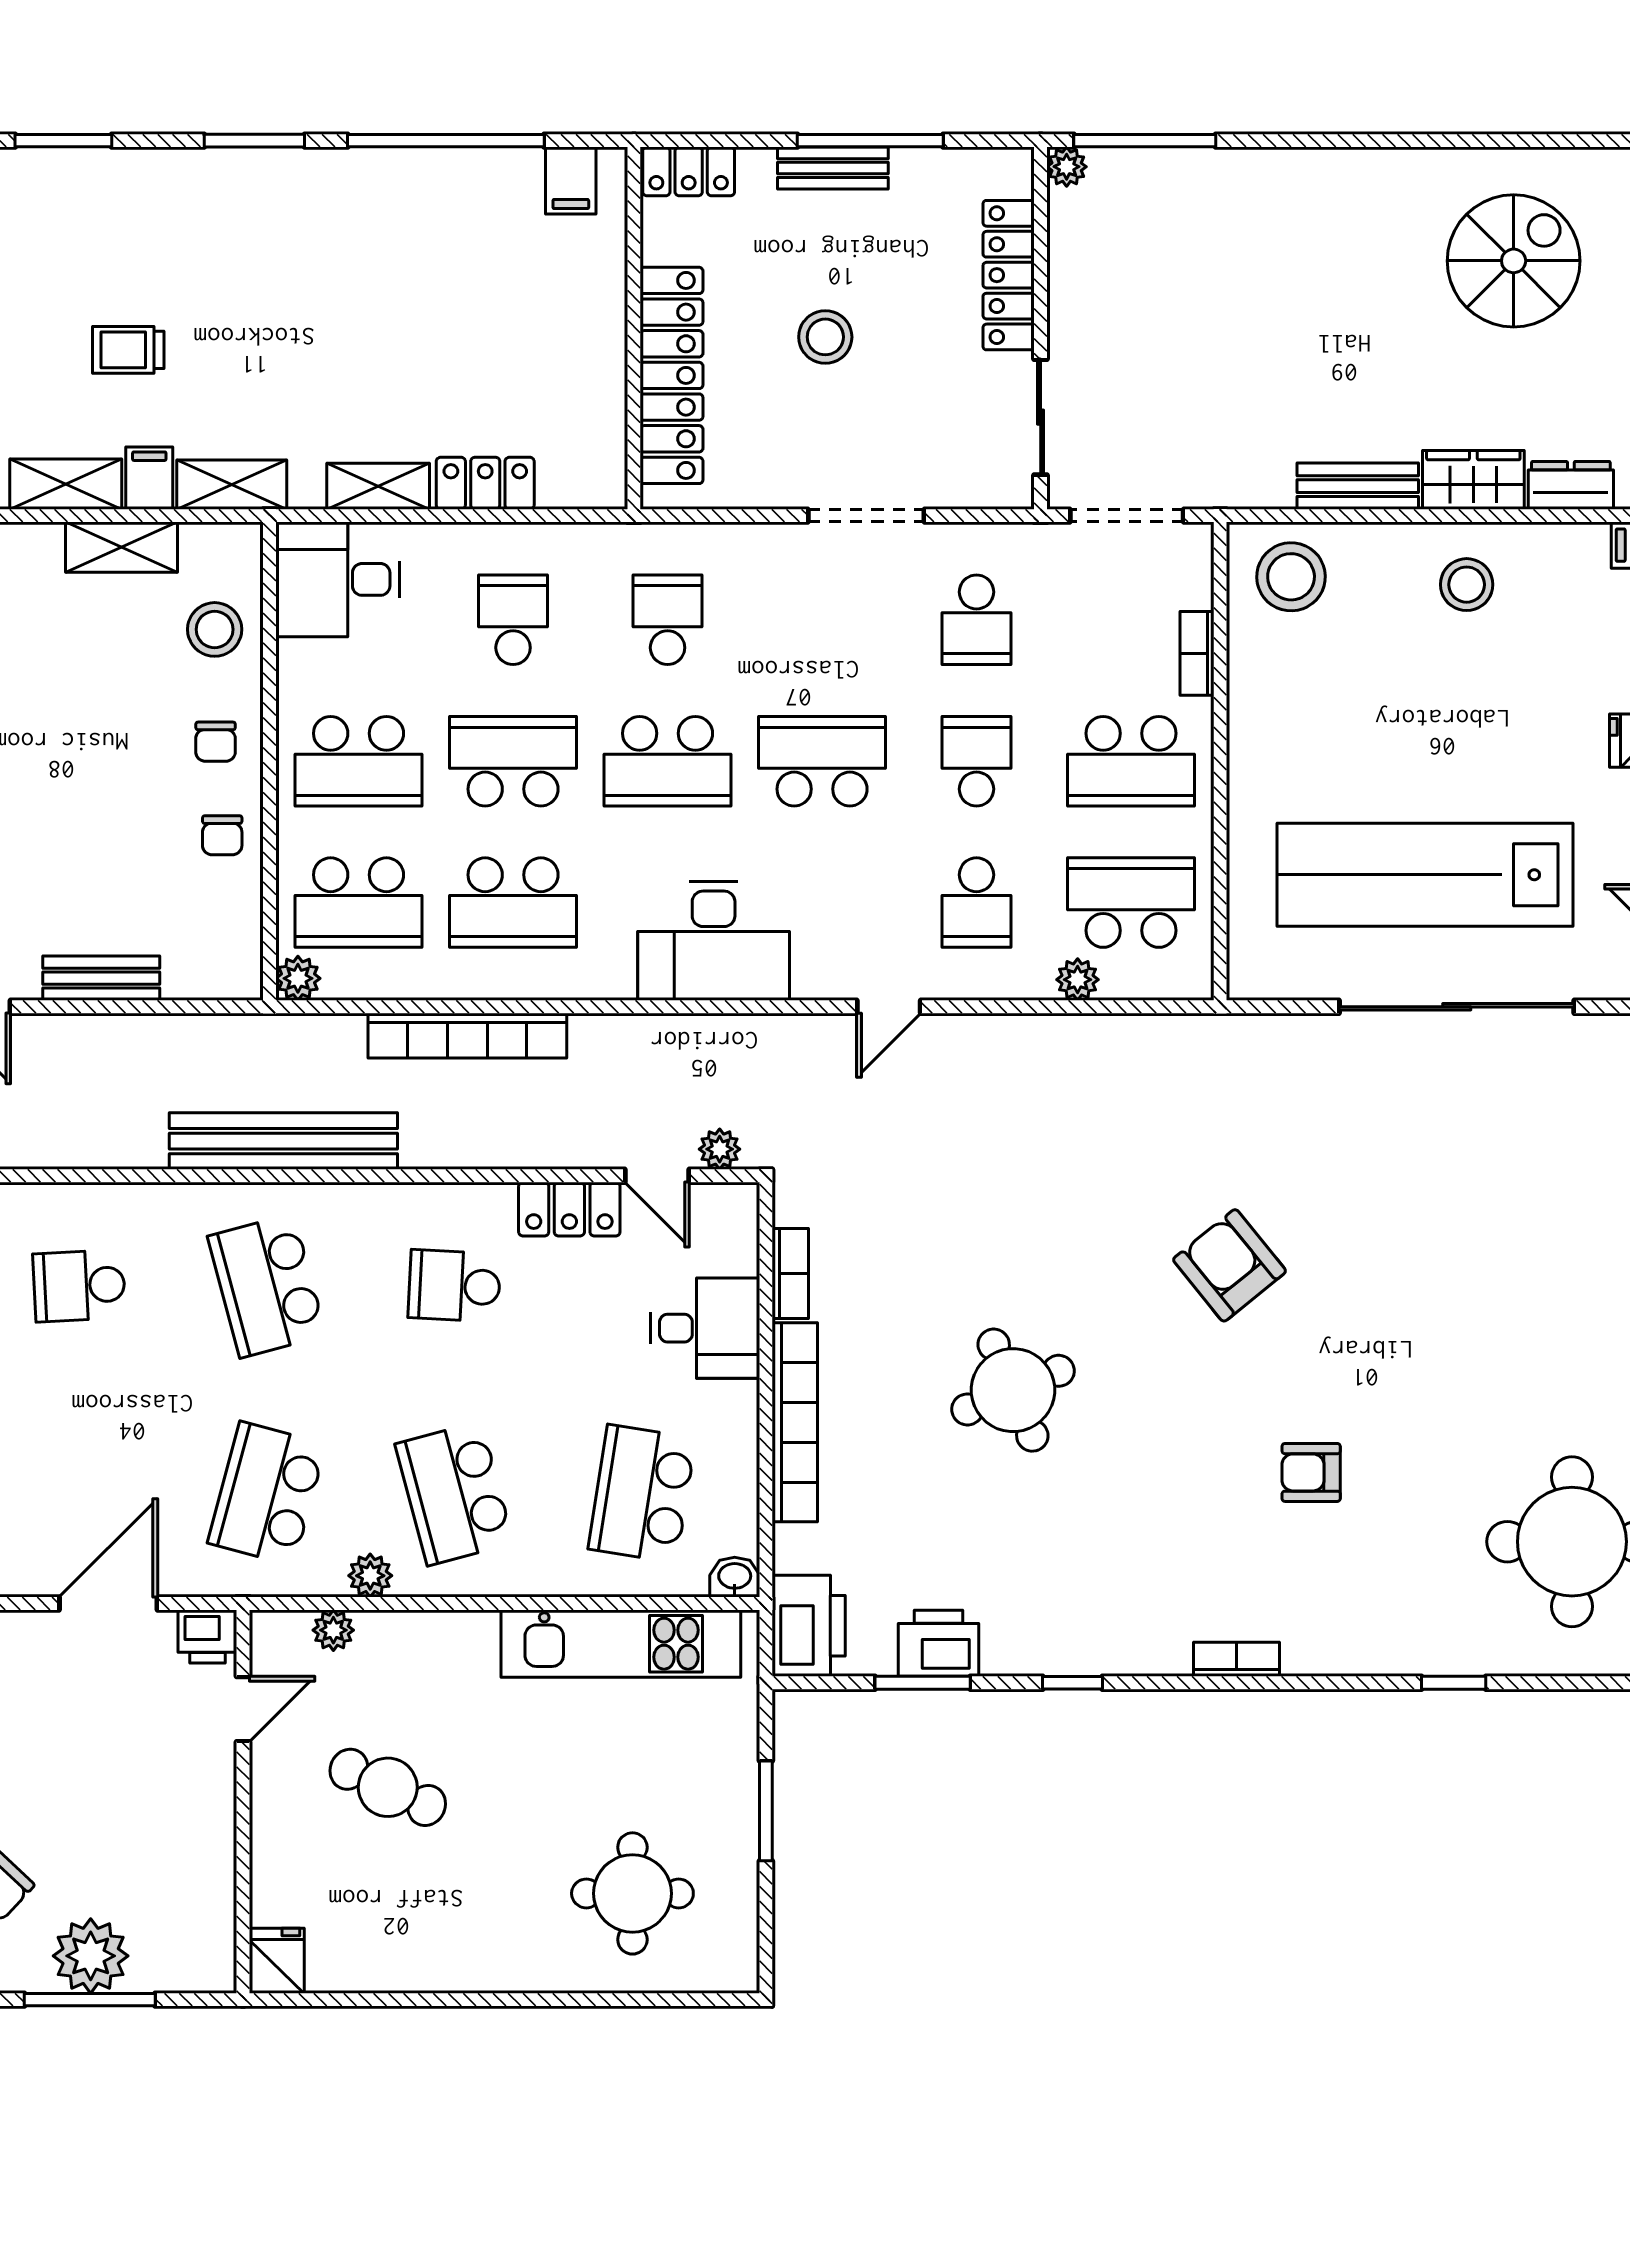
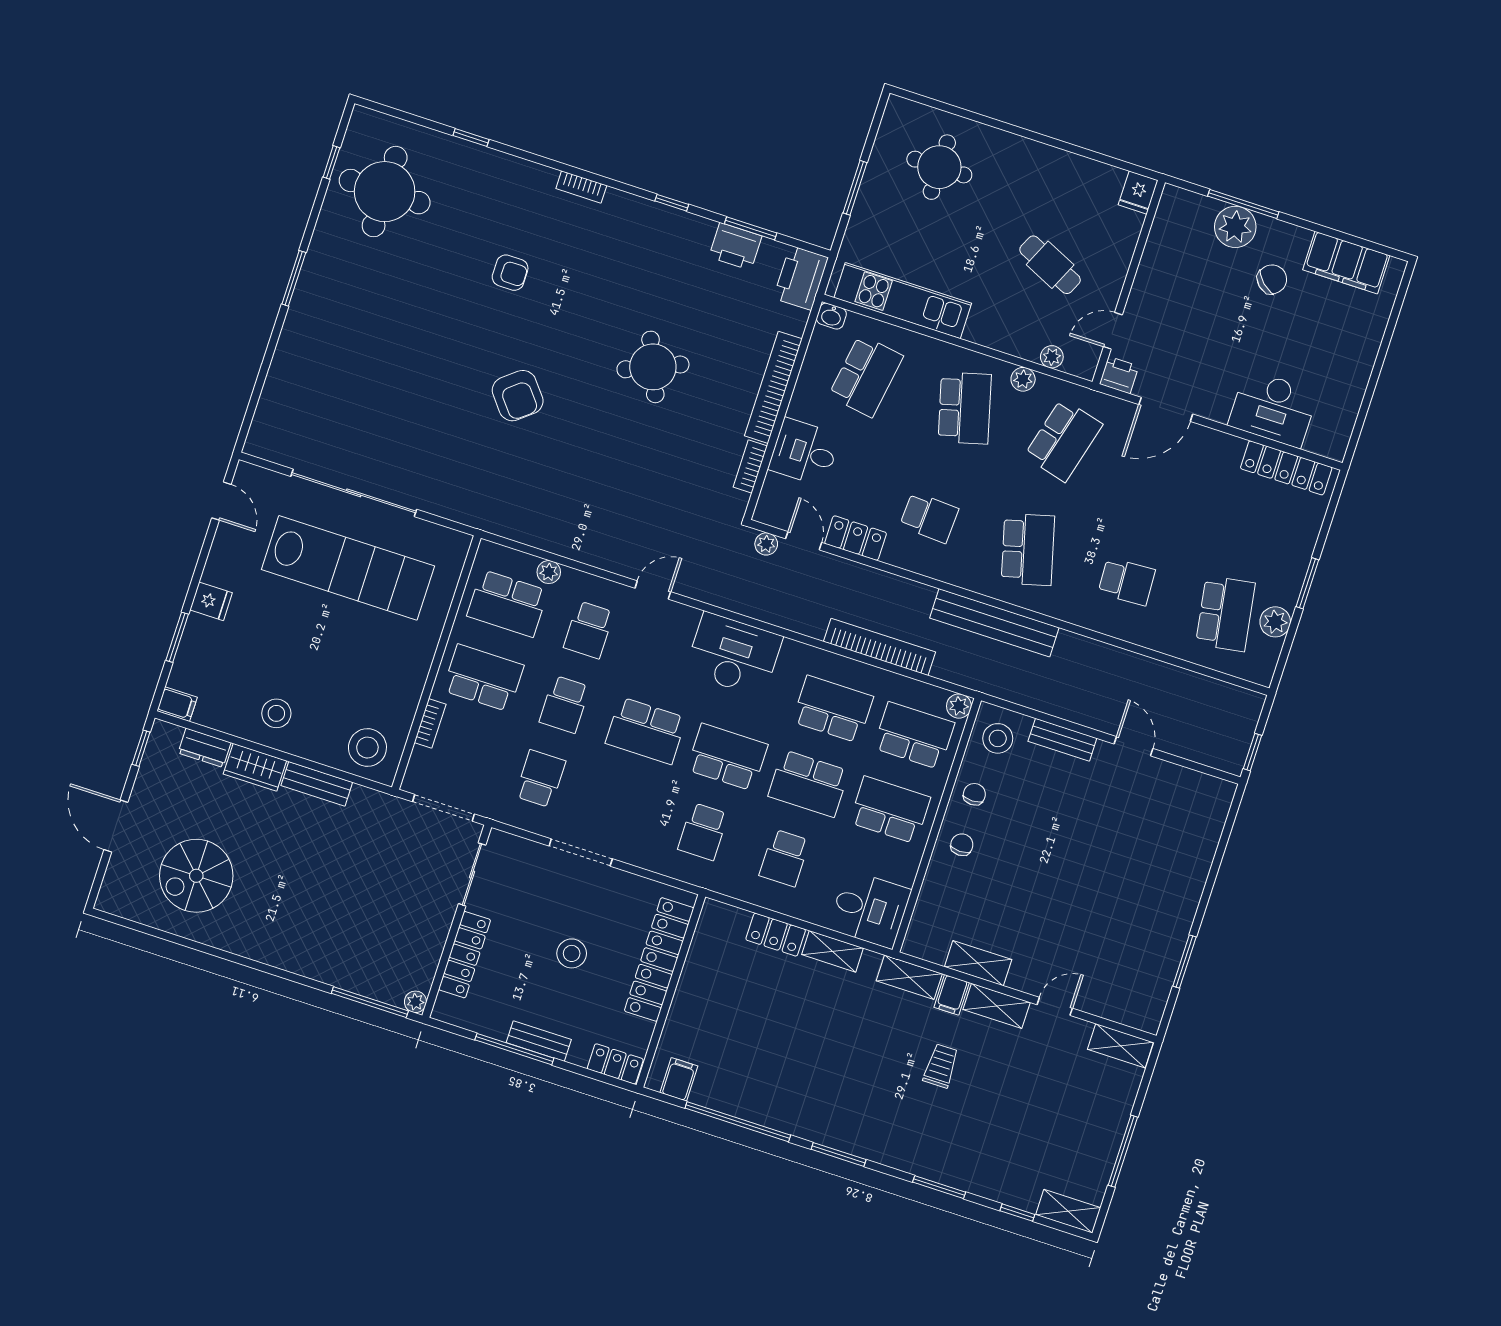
trolley: (128, 350) -> (941, 1066), turned -90
stool: (215, 629) -> (998, 738), moved
school desk: (977, 903) -> (589, 630), turned 180

